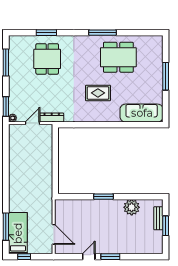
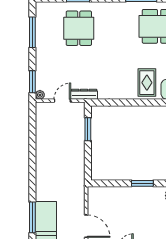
rug: (98, 93) -> (147, 83), moved, turned 90
window: (55, 149) -> (88, 129), added

